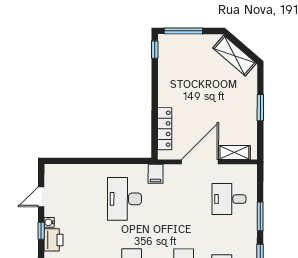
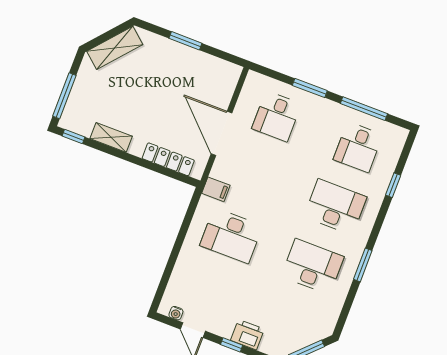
shelving: (234, 153) -> (111, 137), moved, turned 90
water cooler: (49, 222) -> (176, 313), moved

